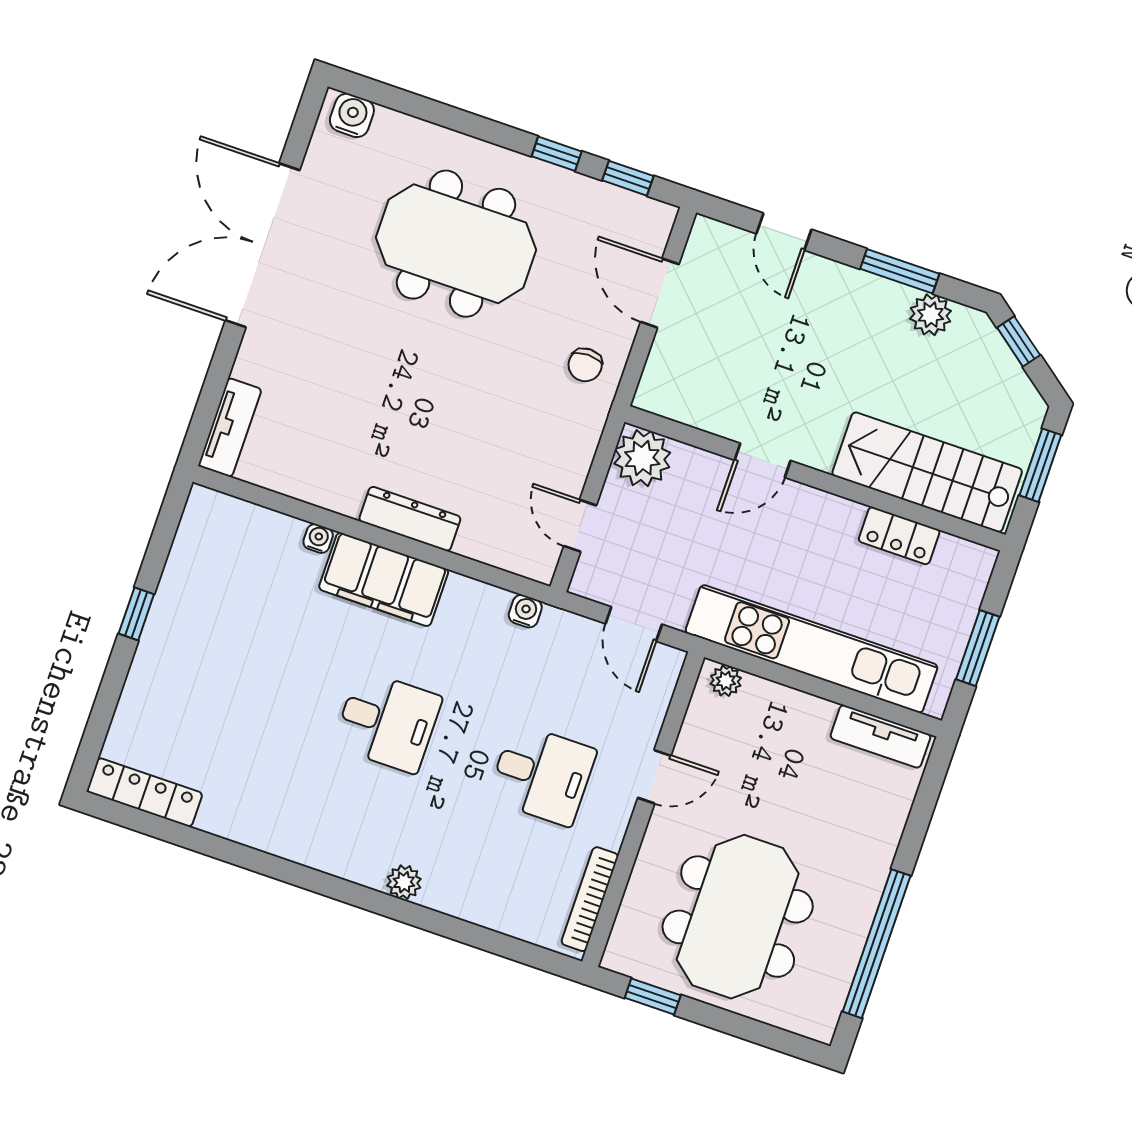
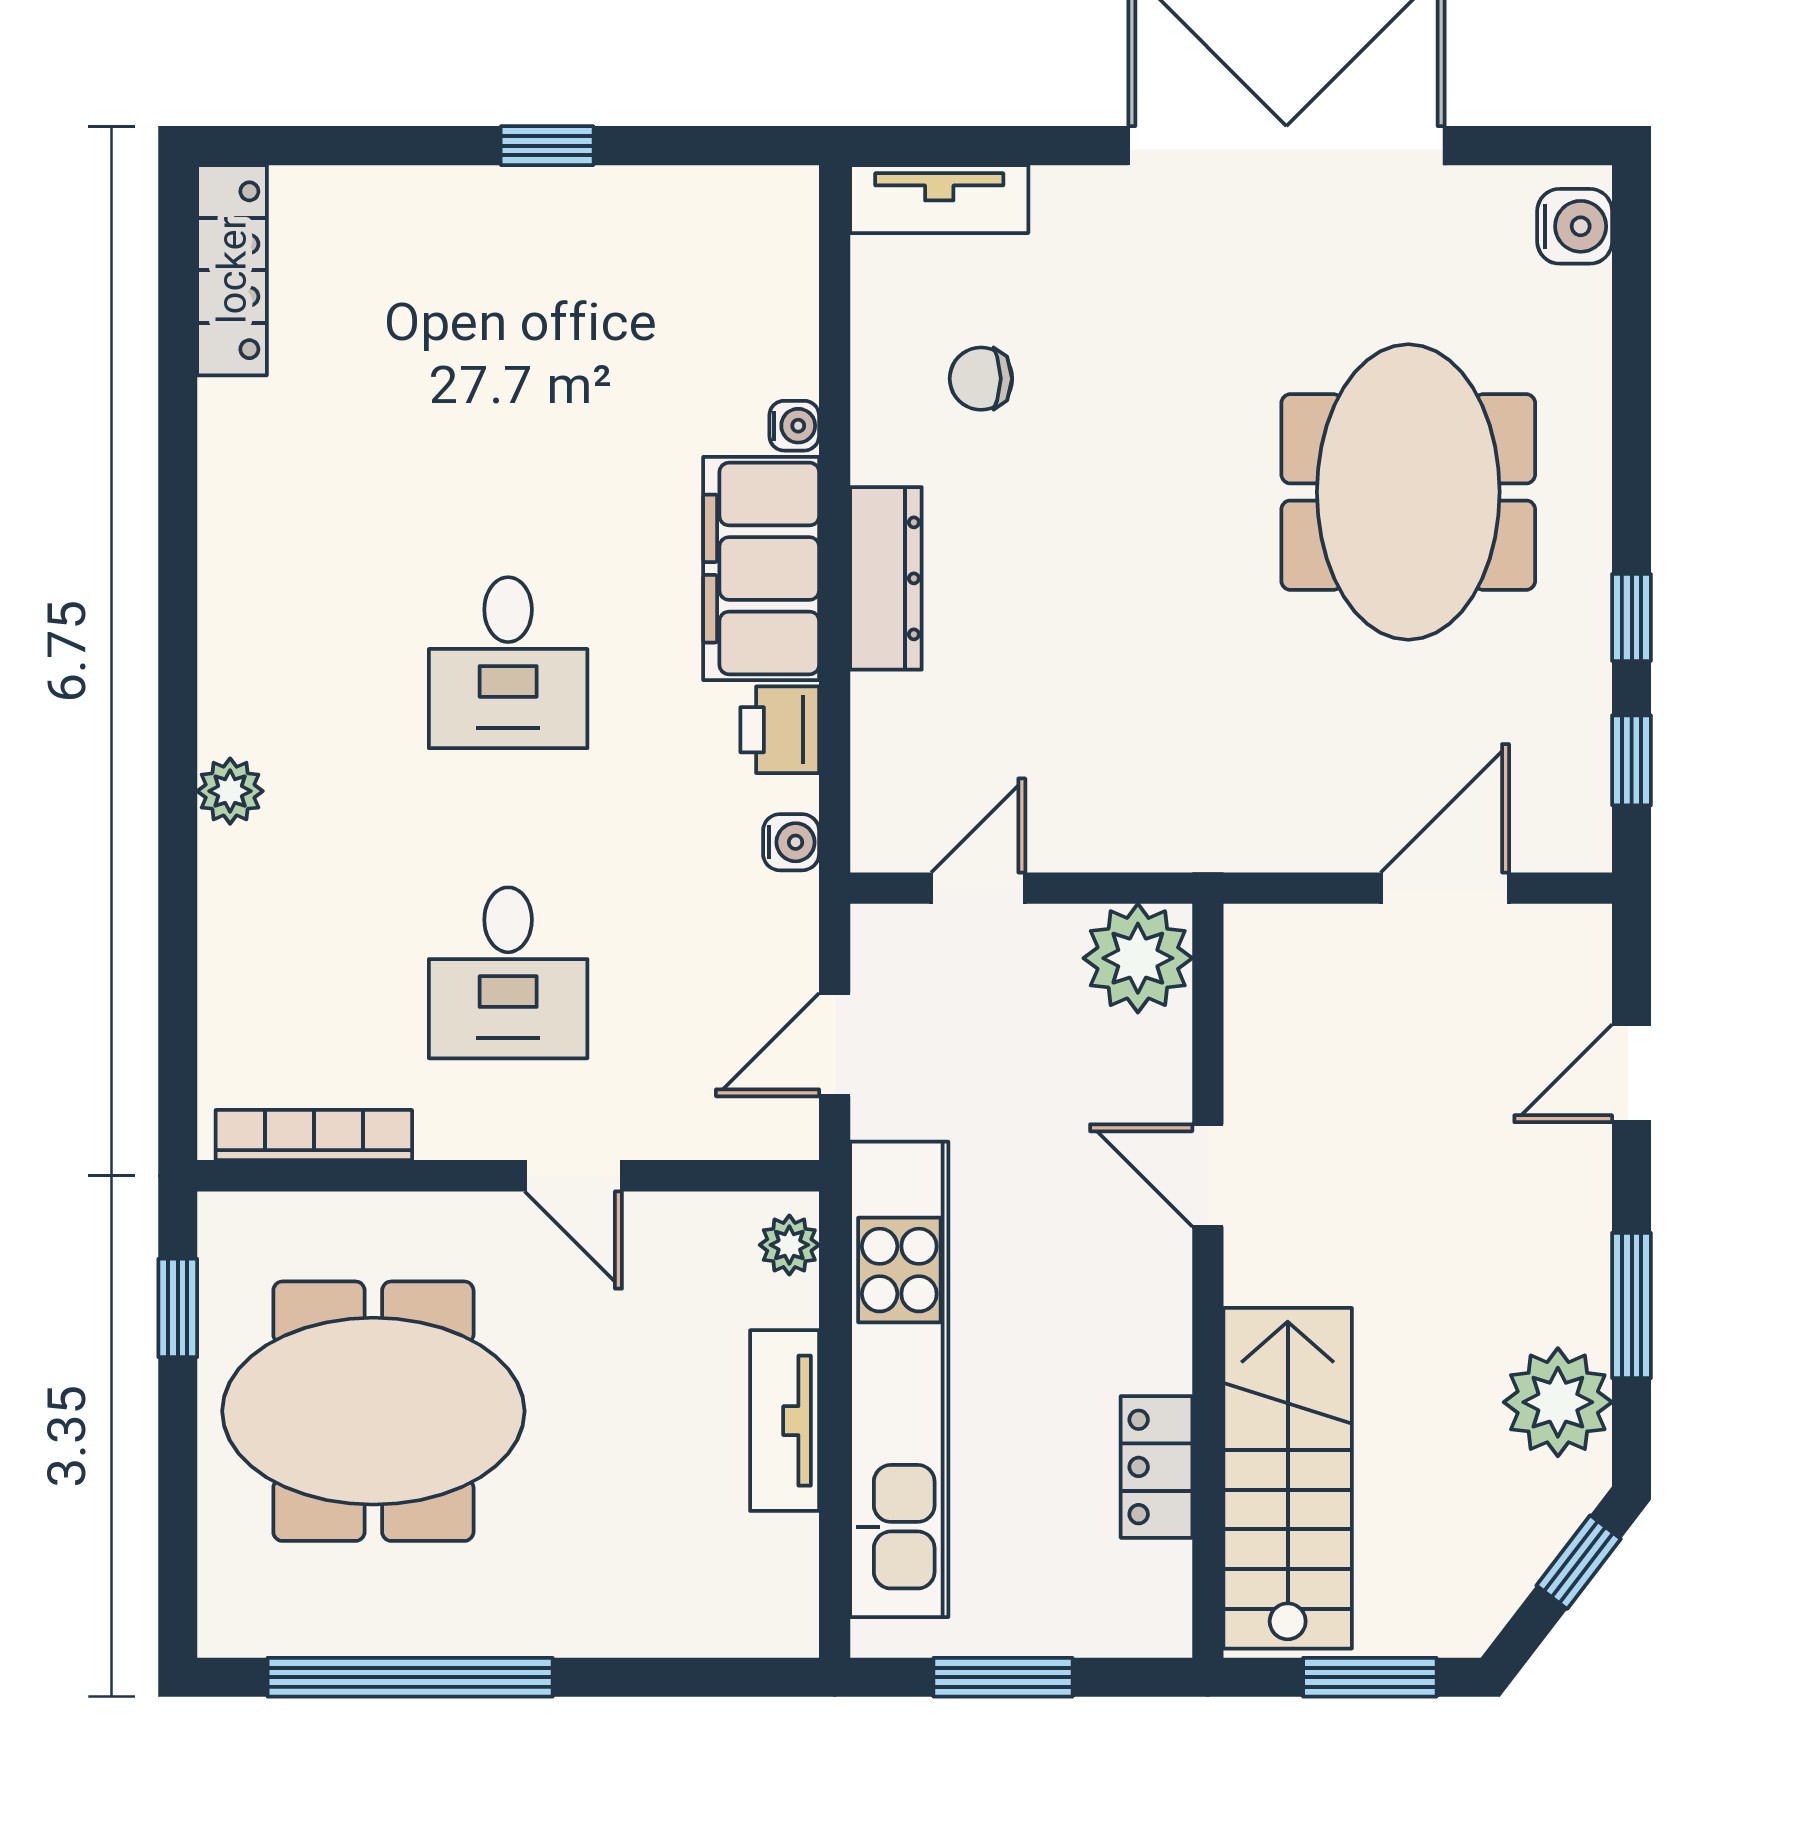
plant: (931, 315) -> (1558, 1402), width x1.36, depth x1.36
chair: (585, 365) -> (981, 379), moved
printer: (467, 598) -> (780, 730), added
tv unit: (880, 736) -> (785, 1421), moved

